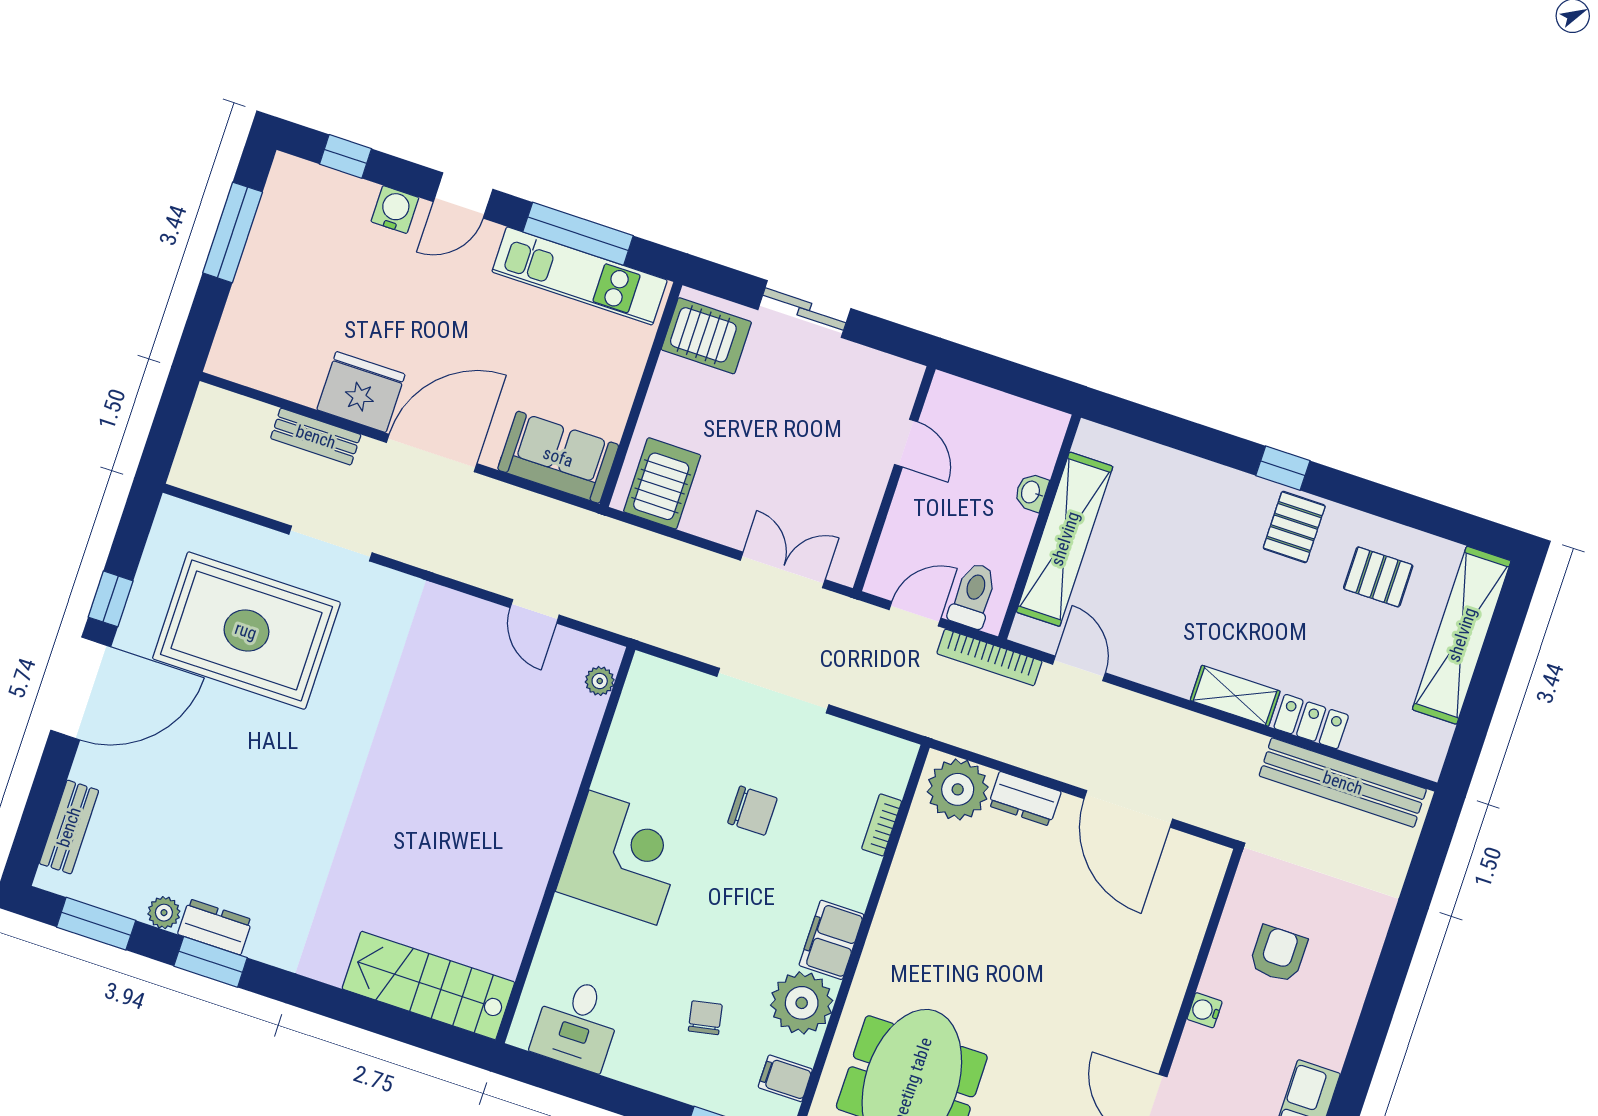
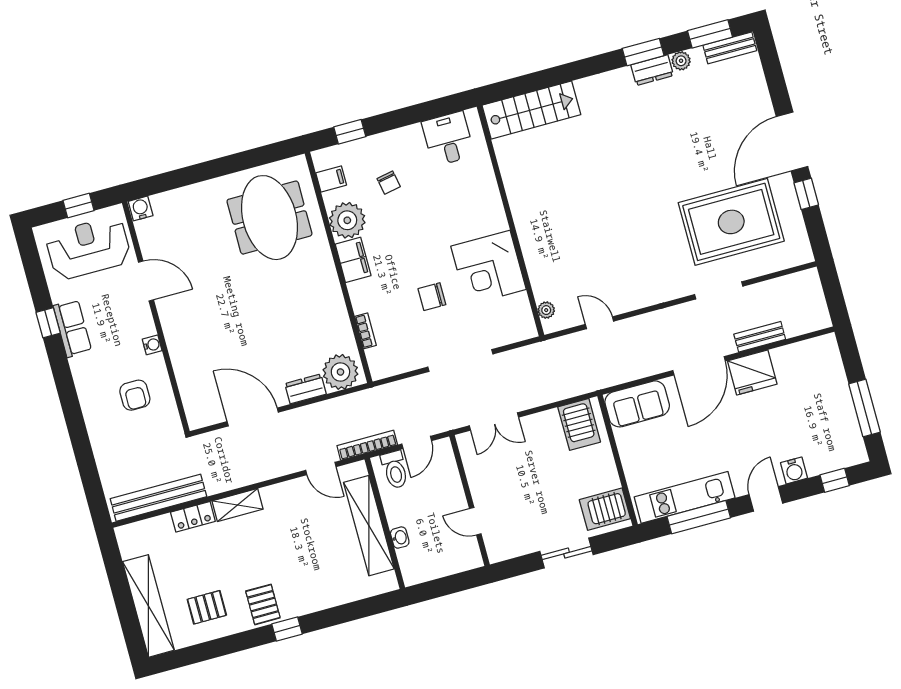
bench: (69, 827) -> (730, 48), moved, turned 90
corner desk: (623, 858) -> (489, 268), moved

